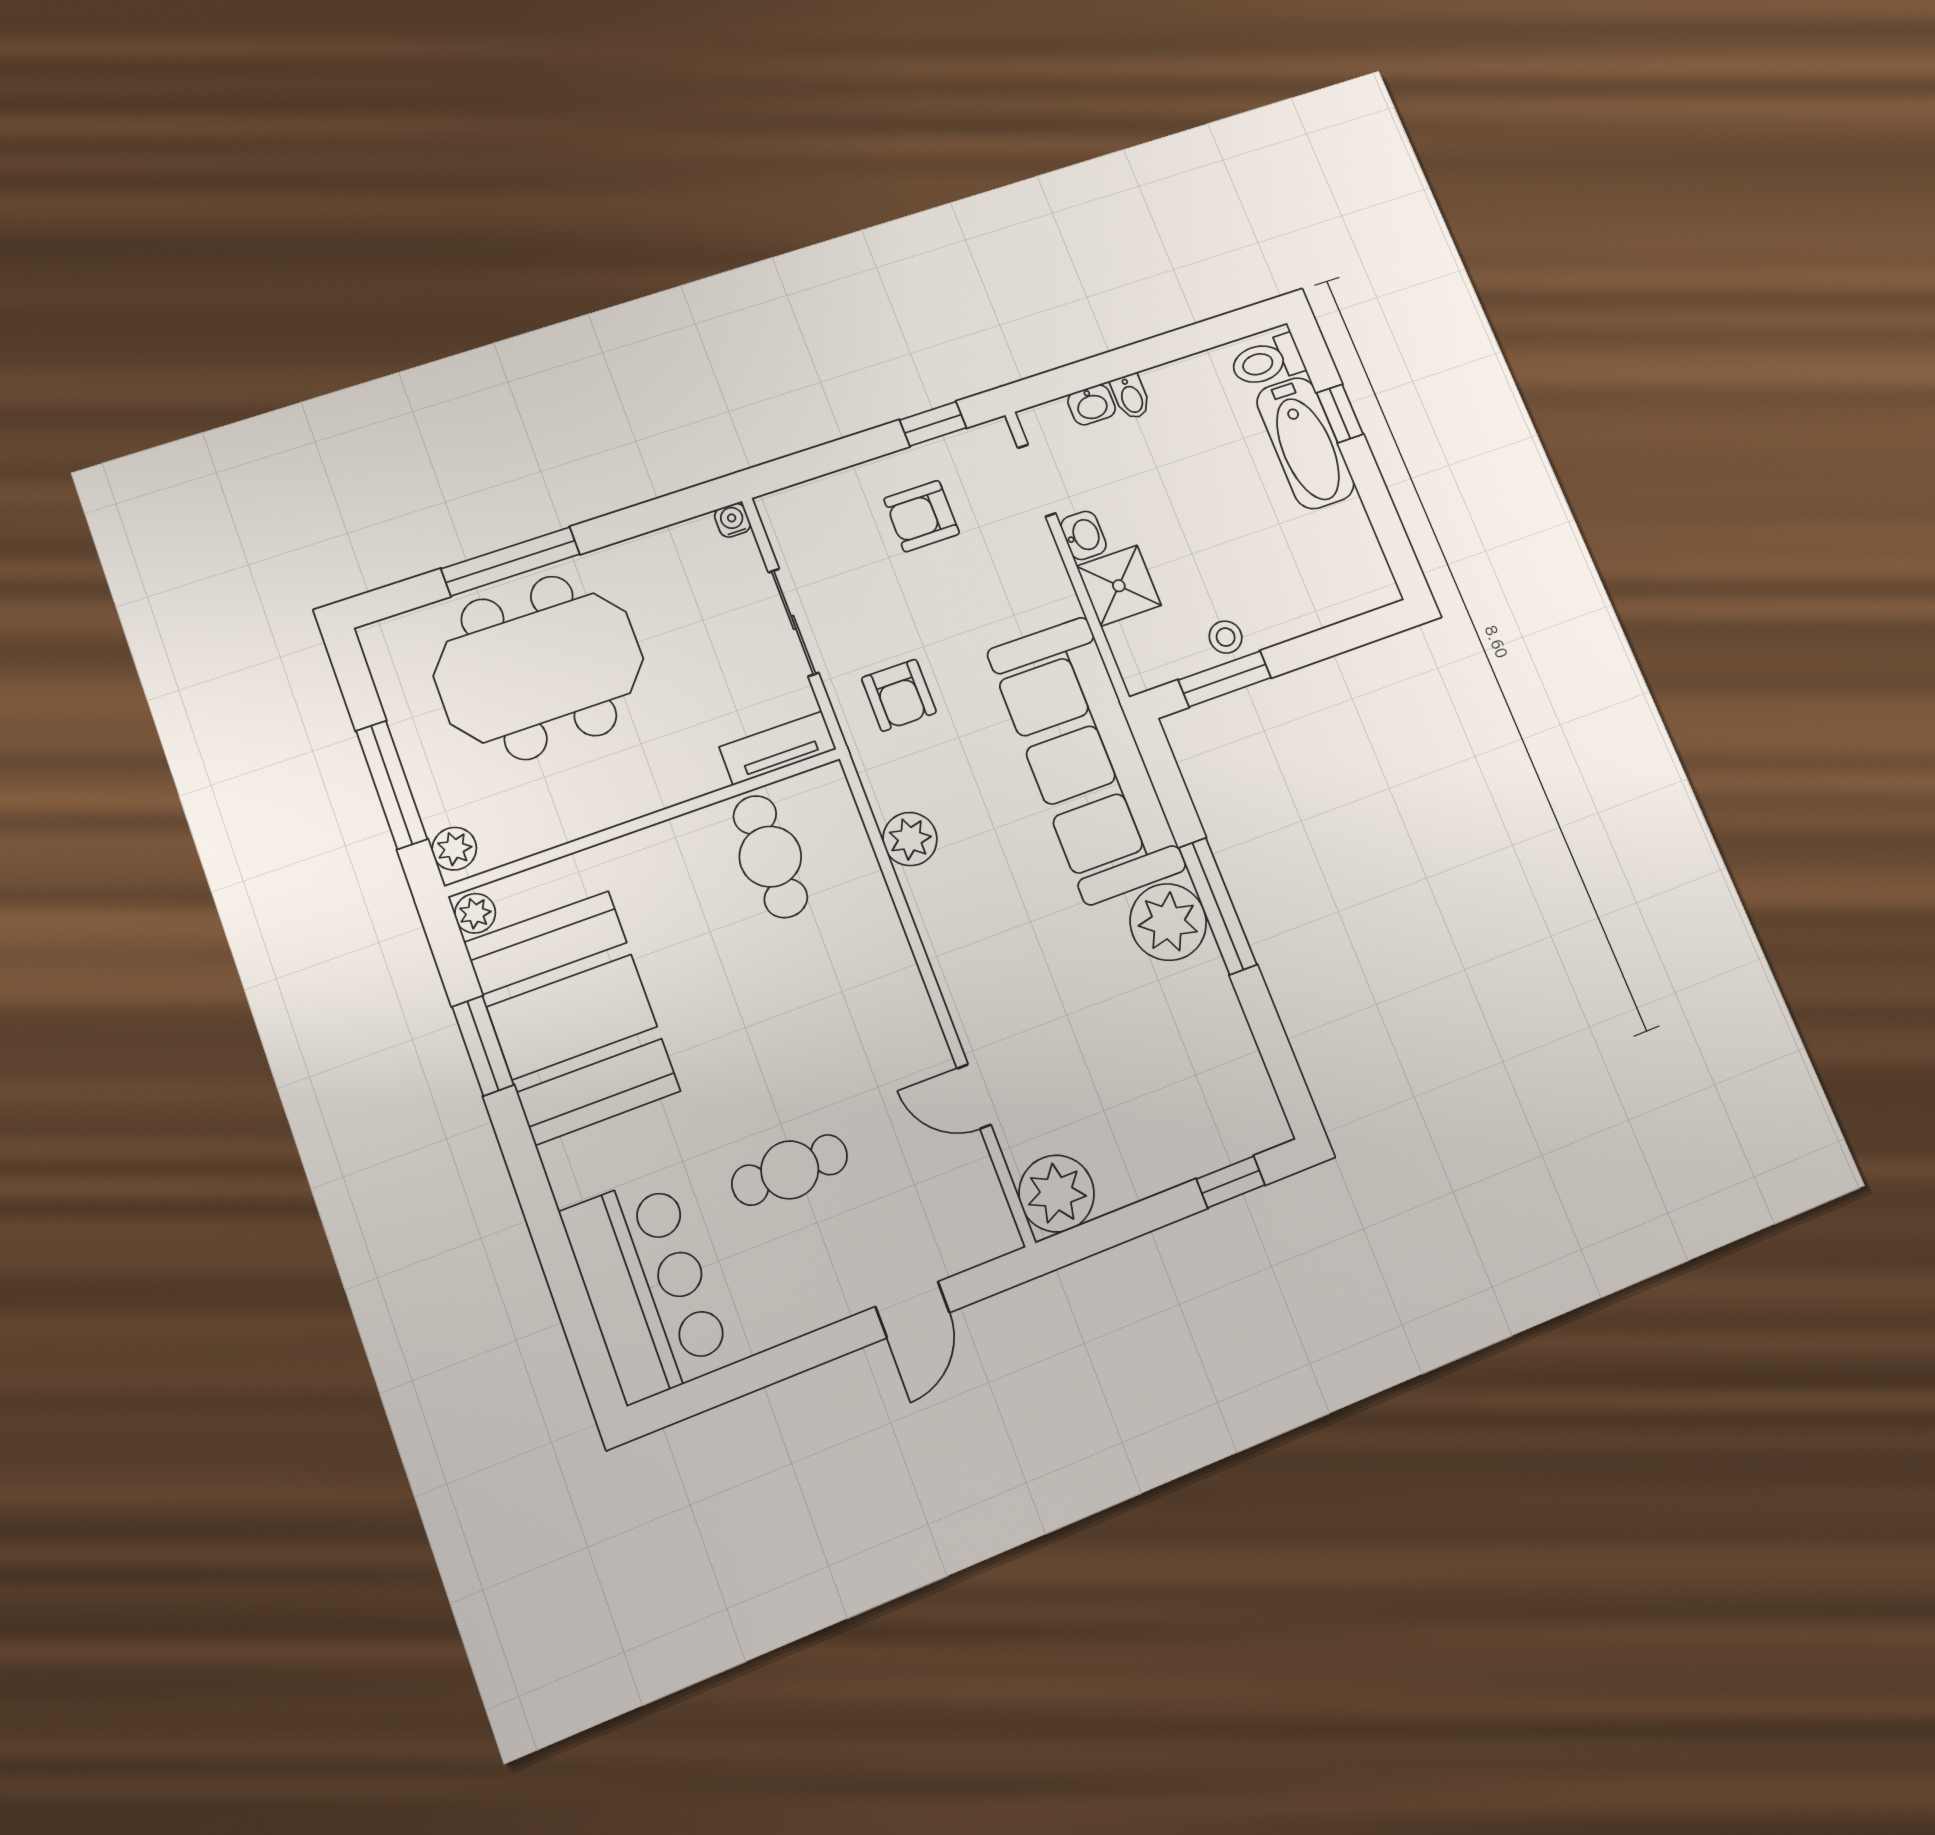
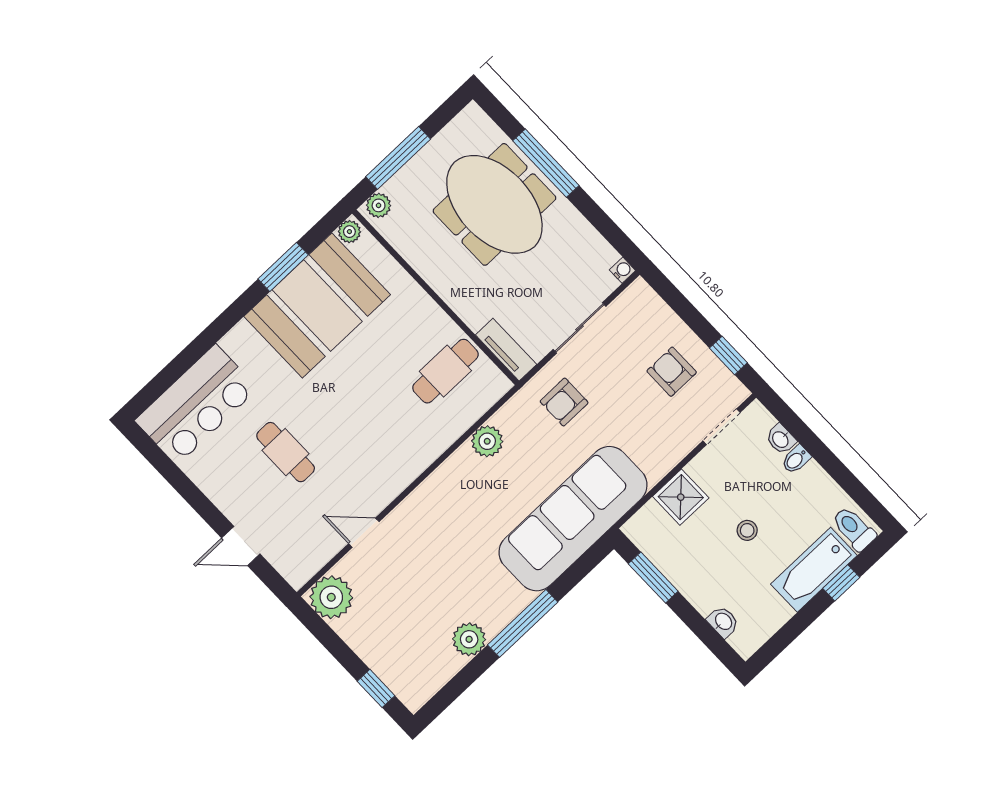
washbasin: (1084, 535) -> (723, 622), moved, turned -90
stool: (1226, 637) -> (747, 530), moved
plant: (1168, 922) -> (469, 639), moved, width x0.73, depth x0.73
door: (974, 1097) -> (364, 533), hinge flipped

